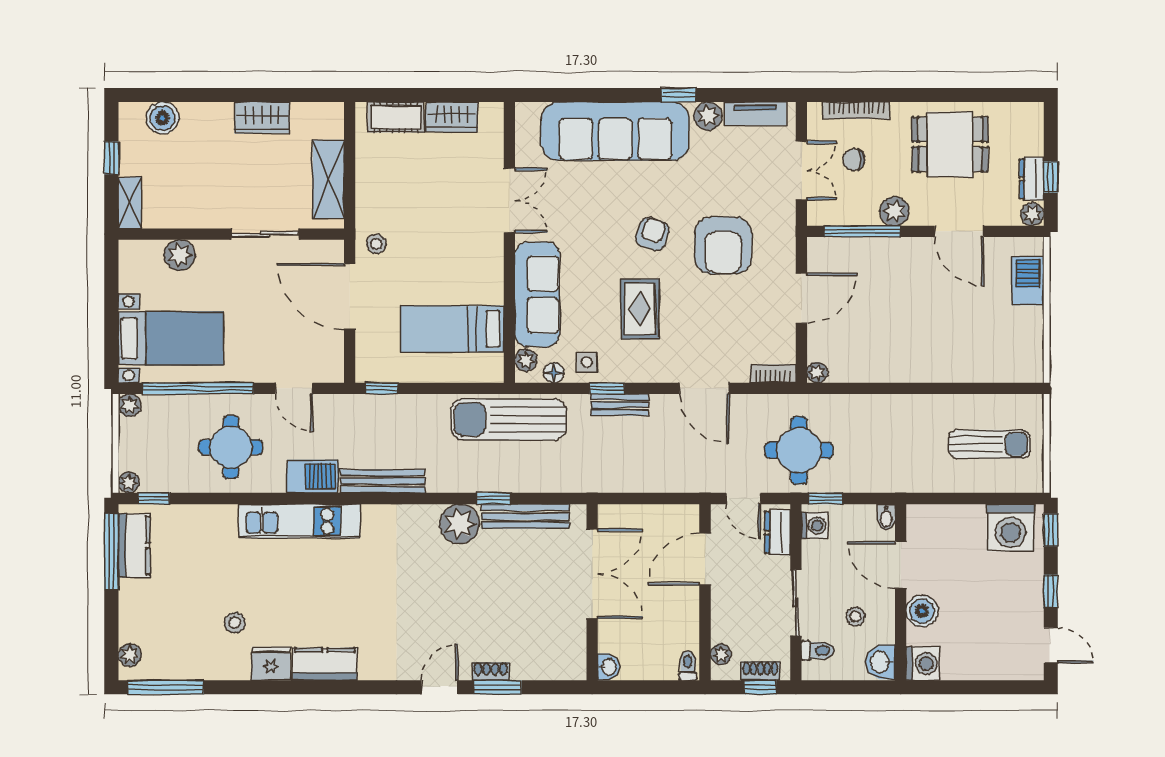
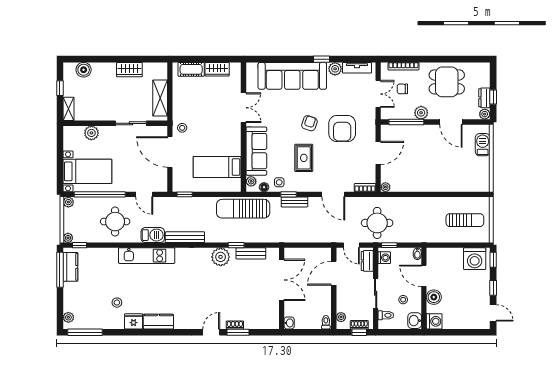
bench: (525, 516) -> (251, 253), width x0.73

